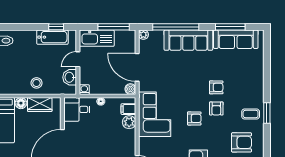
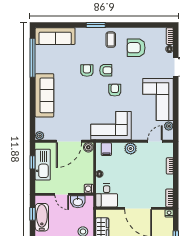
window: (114, 27) -> (33, 162), width x0.46
window: (176, 27) -> (33, 107), removed
window: (230, 27) -> (33, 58), width x1.46
kitchen sink: (97, 38) -> (43, 165), moved
sofa: (236, 39) -> (55, 36), moved, turned 90
window: (267, 113) -> (96, 25), moved
plant: (129, 122) -> (131, 148), moved
armchair: (242, 142) -> (136, 48), turned -90

